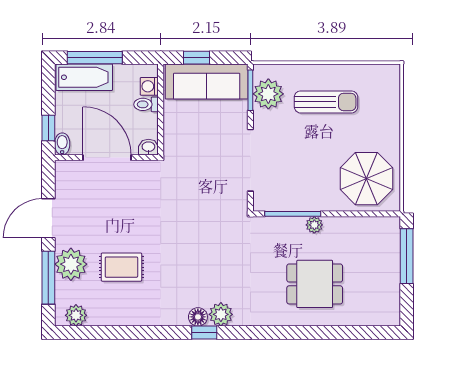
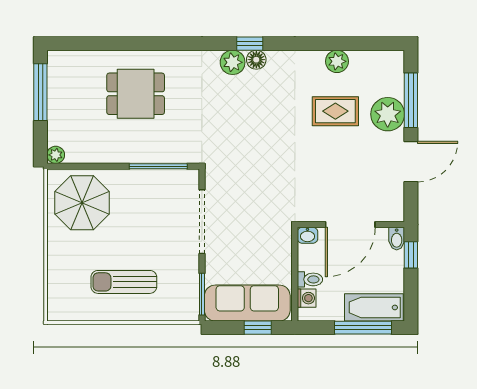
plant: (268, 94) -> (184, 290), removed
door: (107, 158) -> (350, 224), hinge flipped
plant: (314, 225) -> (56, 155), moved
window: (407, 256) -> (40, 92), moved
plant: (76, 315) -> (337, 61), moved

